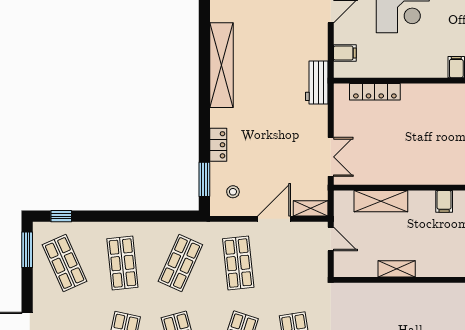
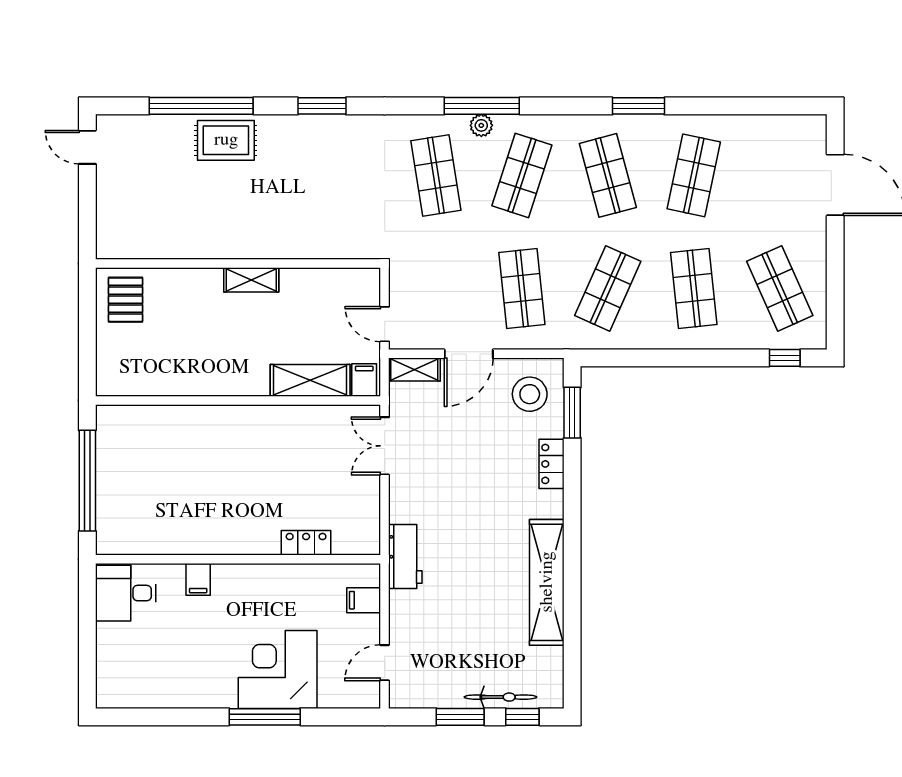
locker: (375, 92) -> (306, 543), width x0.66
stool: (233, 192) -> (530, 394), width x1.89, depth x1.89
filing cabinet: (444, 201) -> (364, 380), moved
window: (27, 250) -> (835, 308), removed
shelving: (397, 269) -> (251, 280), moved

